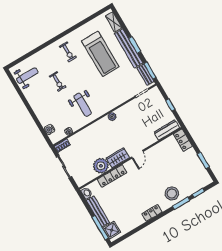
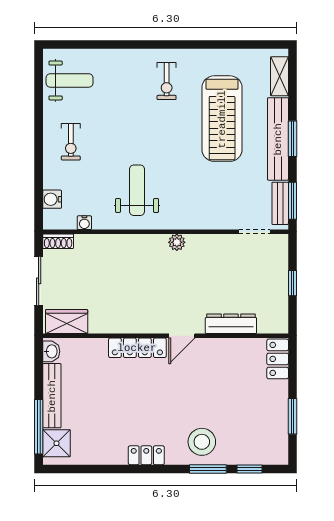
exercise bike: (58, 82) -> (71, 142), moved
weight bench: (83, 105) -> (137, 190), turned 180
dresser: (167, 130) -> (231, 324), moved
wardrobe: (118, 158) -> (67, 322), moved
plant: (101, 166) -> (105, 318), removed
locker: (112, 176) -> (137, 348), moved

